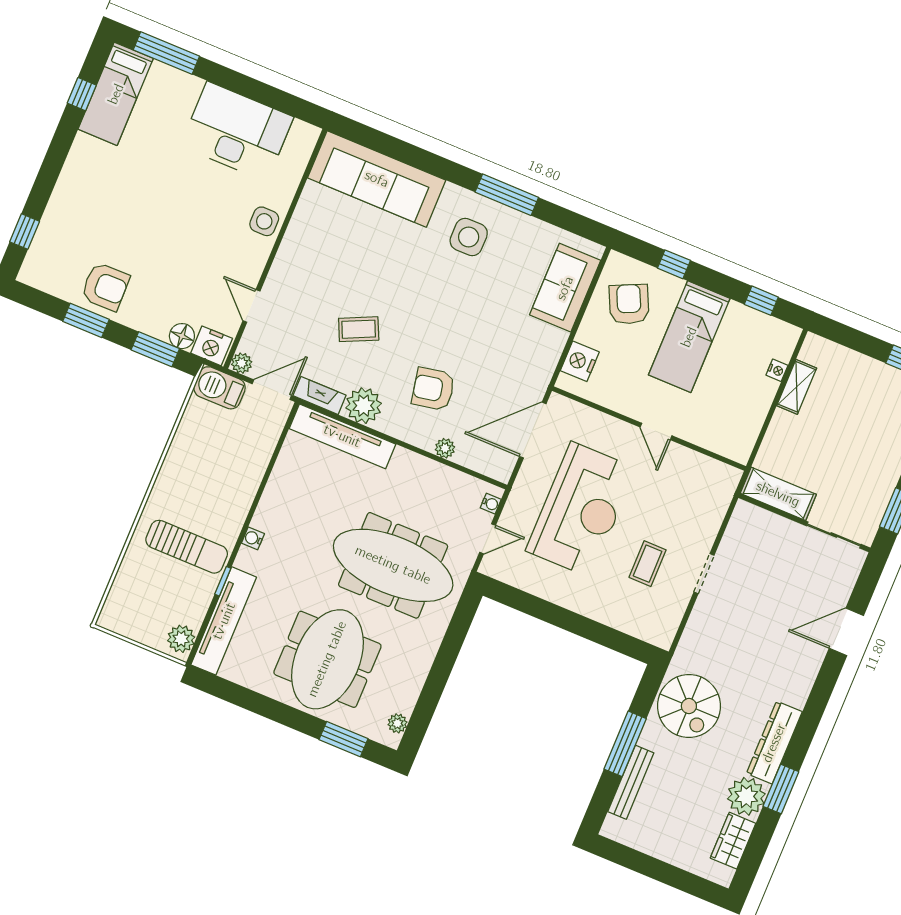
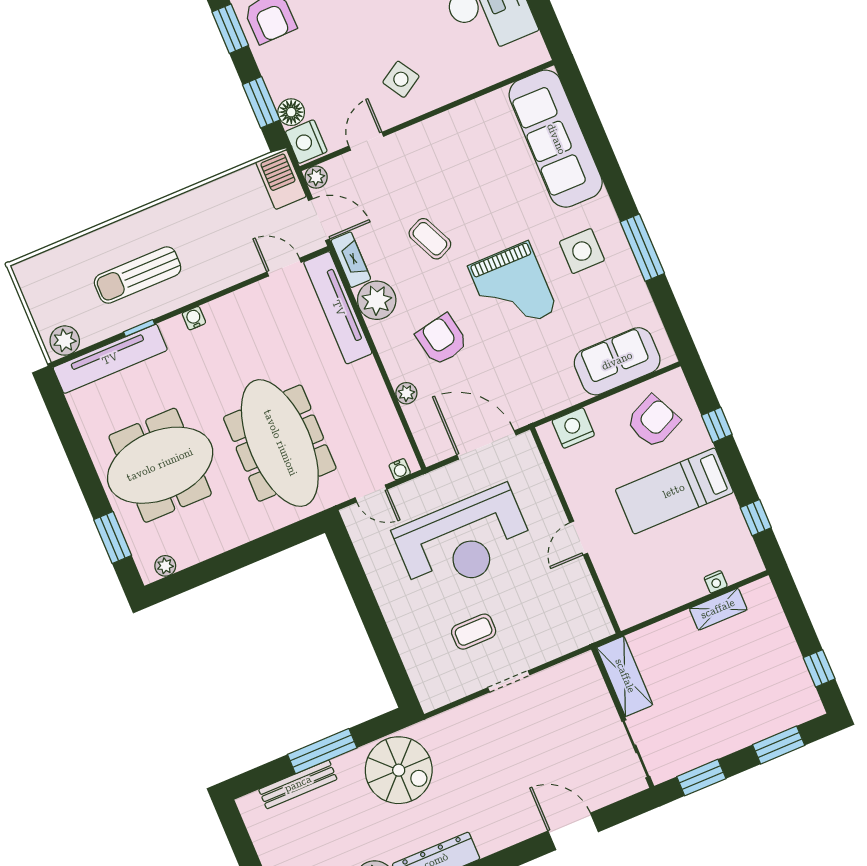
side table: (264, 221) -> (401, 79), moved, turned -32
grand piano: (447, 308) -> (513, 288), added
door: (280, 445) -> (284, 267), added
sun lounger: (187, 547) -> (138, 275), turned 90
spiral stairs: (689, 706) -> (399, 770), turned -90

